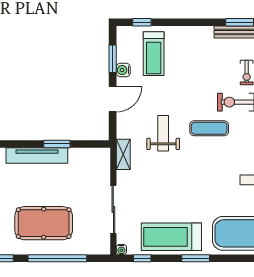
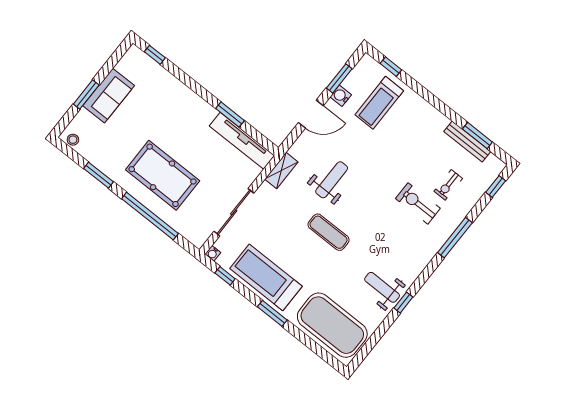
exercise mat: (209, 128) -> (329, 232), moved
tv unit: (37, 156) -> (242, 141), moved

